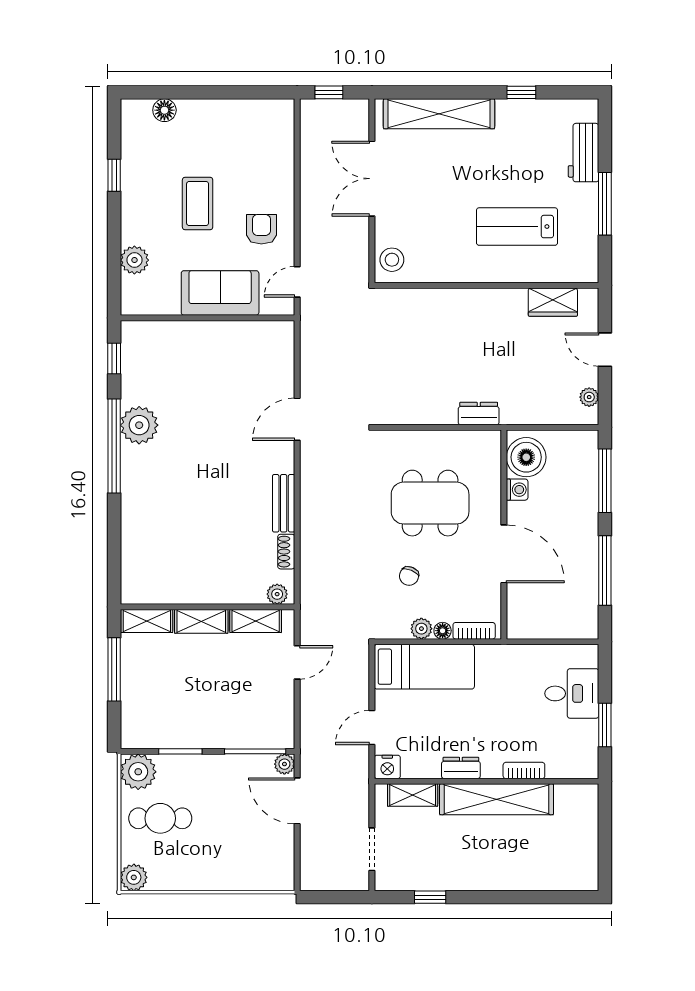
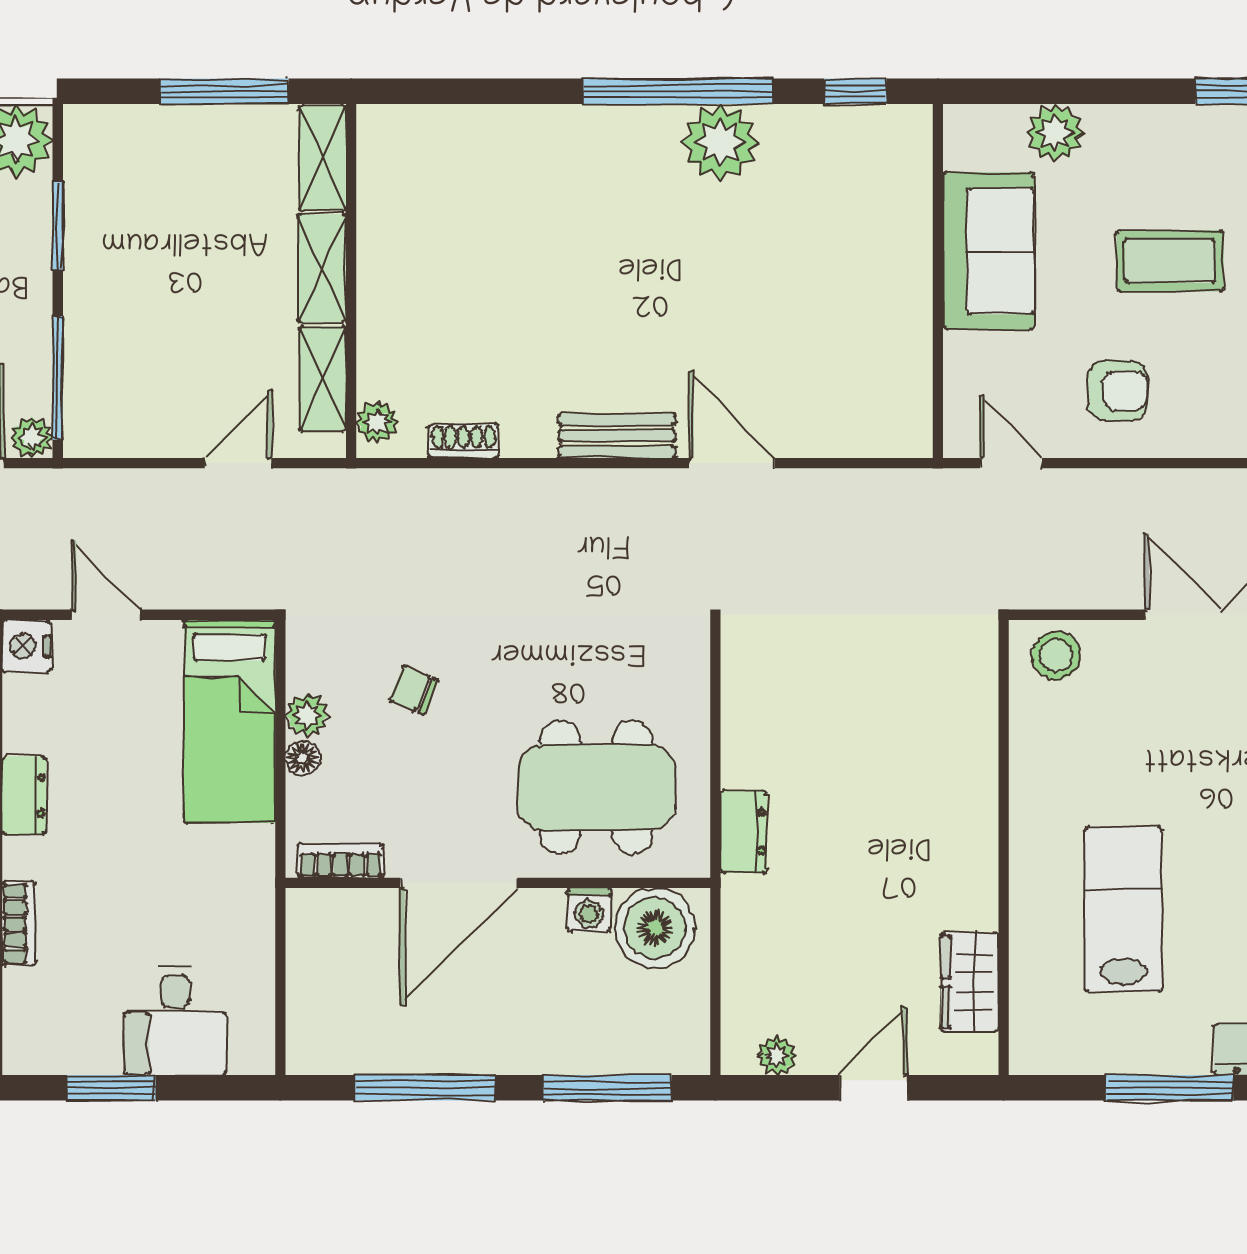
sofa: (220, 293) -> (988, 251), moved
bench: (284, 503) -> (617, 436), moved
dining table: (430, 503) -> (596, 787), moved, turned 90
bookcase: (474, 631) -> (341, 861), moved, turned -90
door: (297, 662) -> (238, 463), swing flipped

